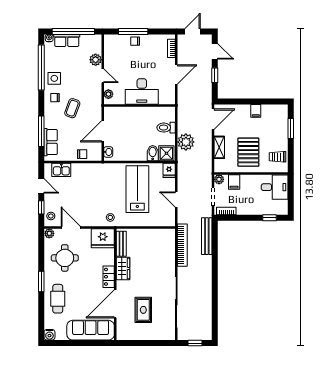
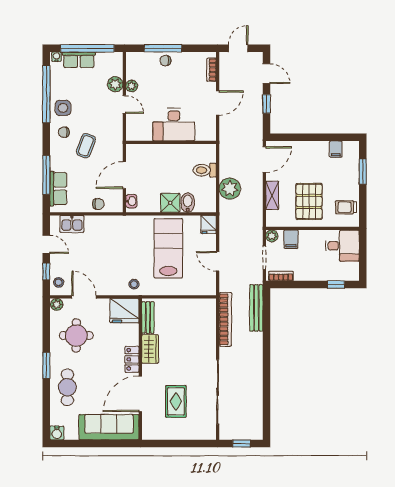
plant: (108, 94) -> (132, 86), moved
filing cabinet: (256, 111) -> (336, 149), moved
shower: (166, 153) -> (170, 203), moved

